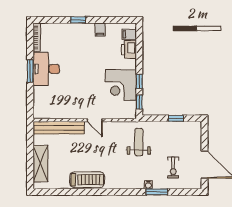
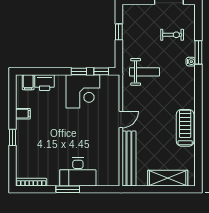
desk: (46, 69) -> (78, 172), moved
weight bench: (139, 142) -> (145, 72), turned 180

